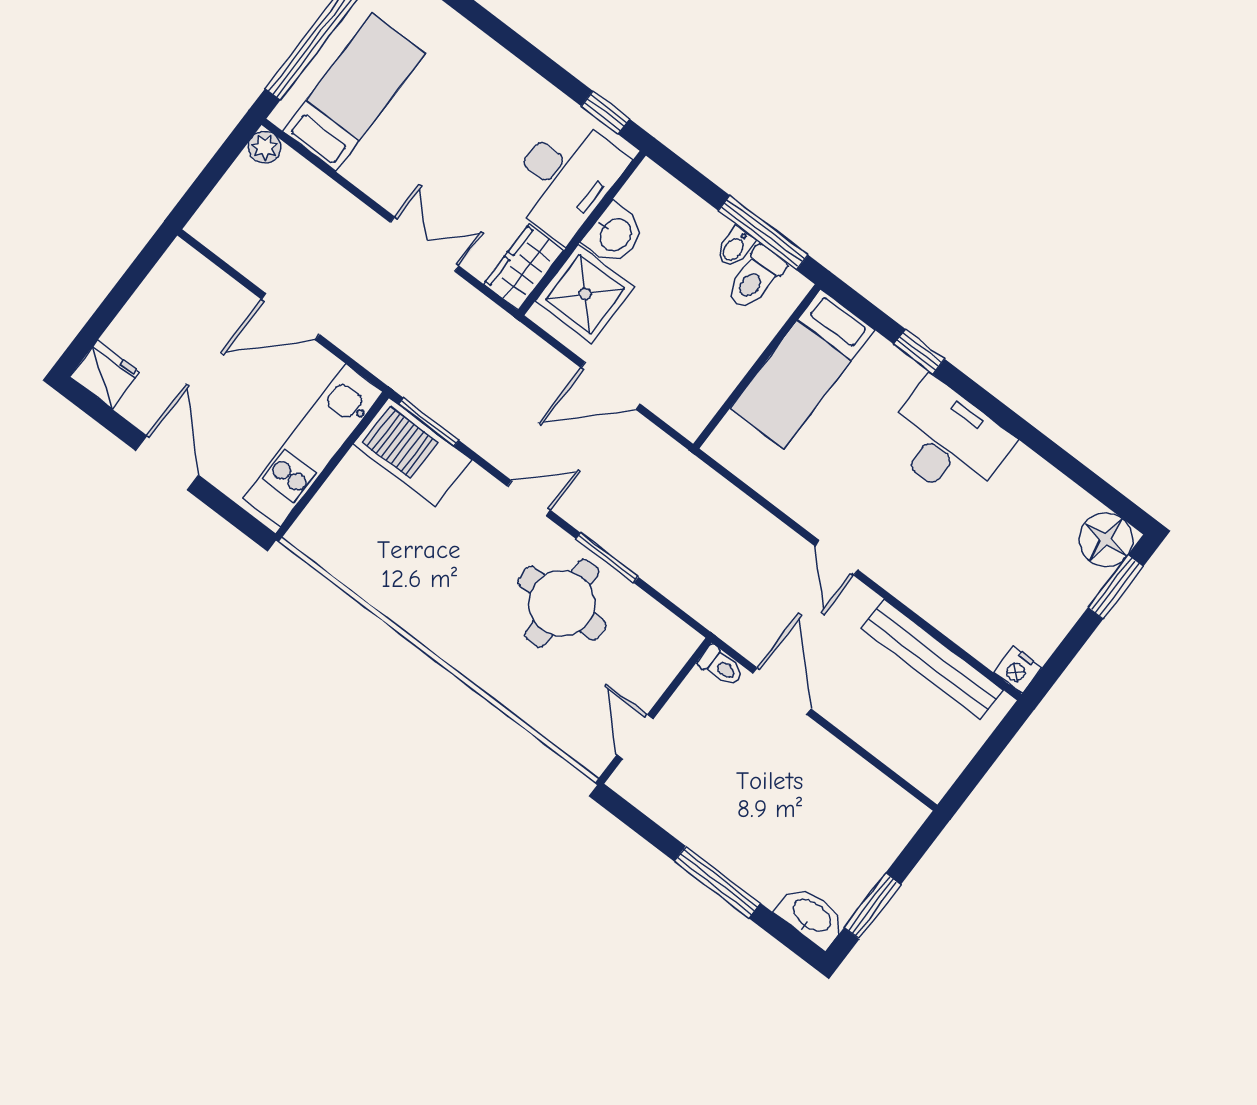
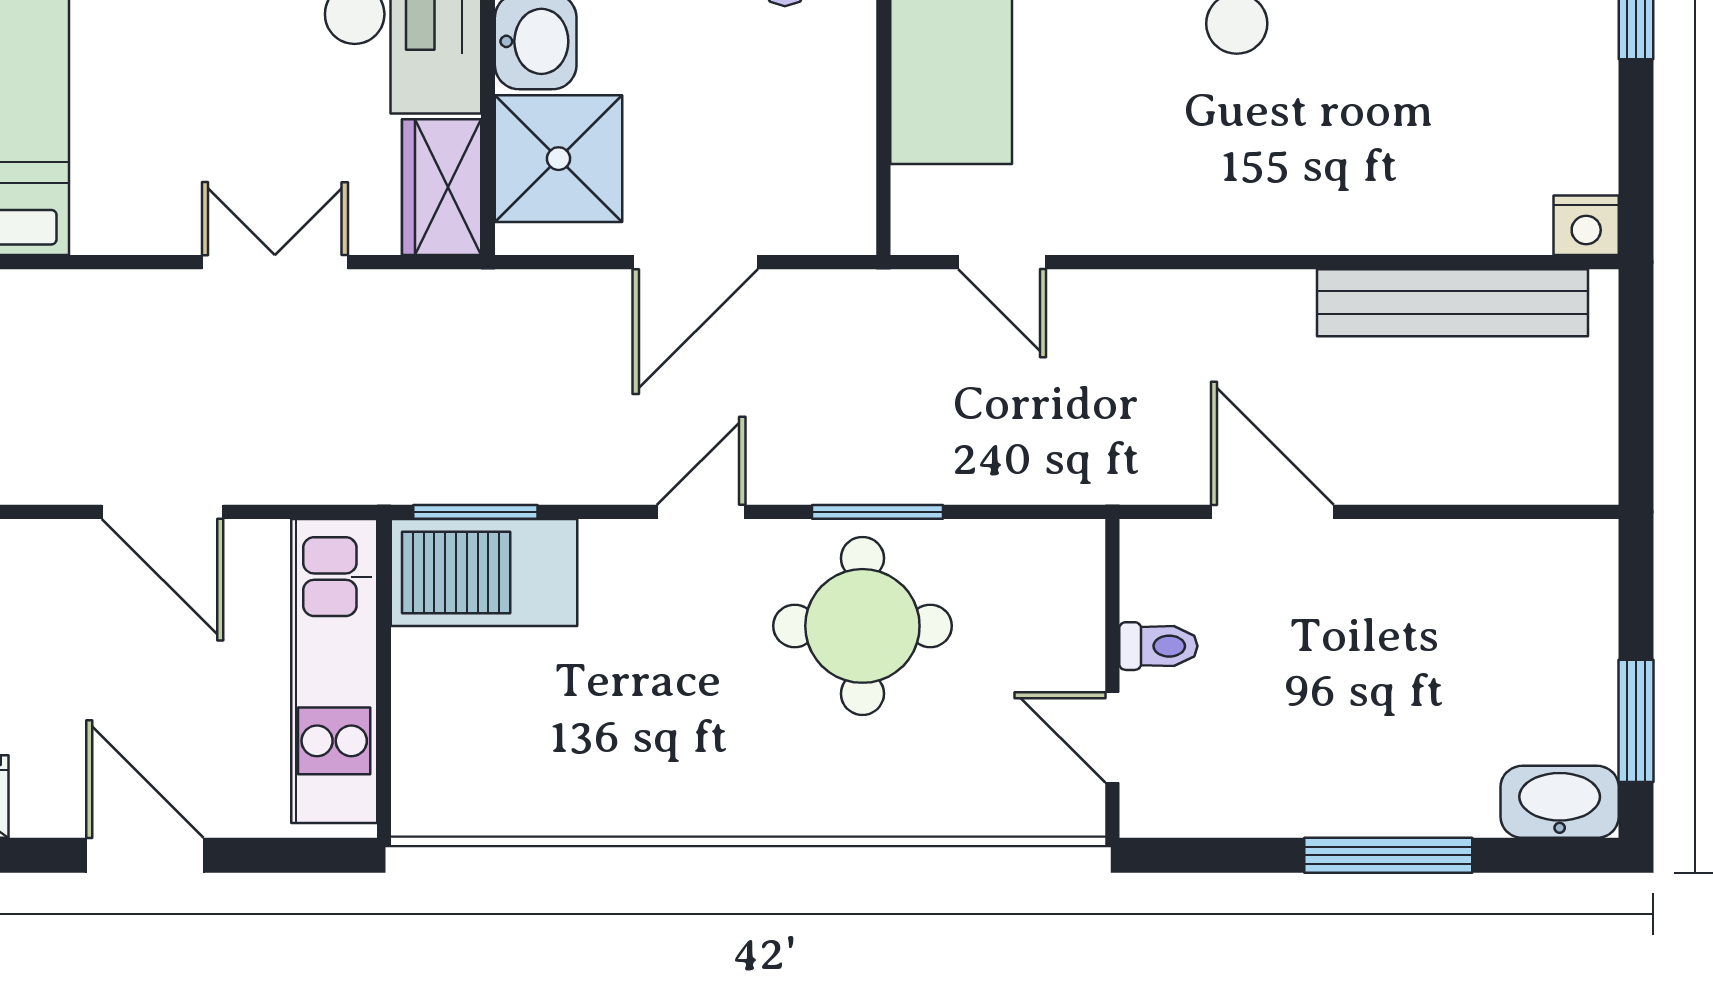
door: (291, 317) -> (162, 512), hinge flipped
door: (836, 558) -> (1002, 262), moved
toilet: (721, 666) -> (1158, 646), moved

